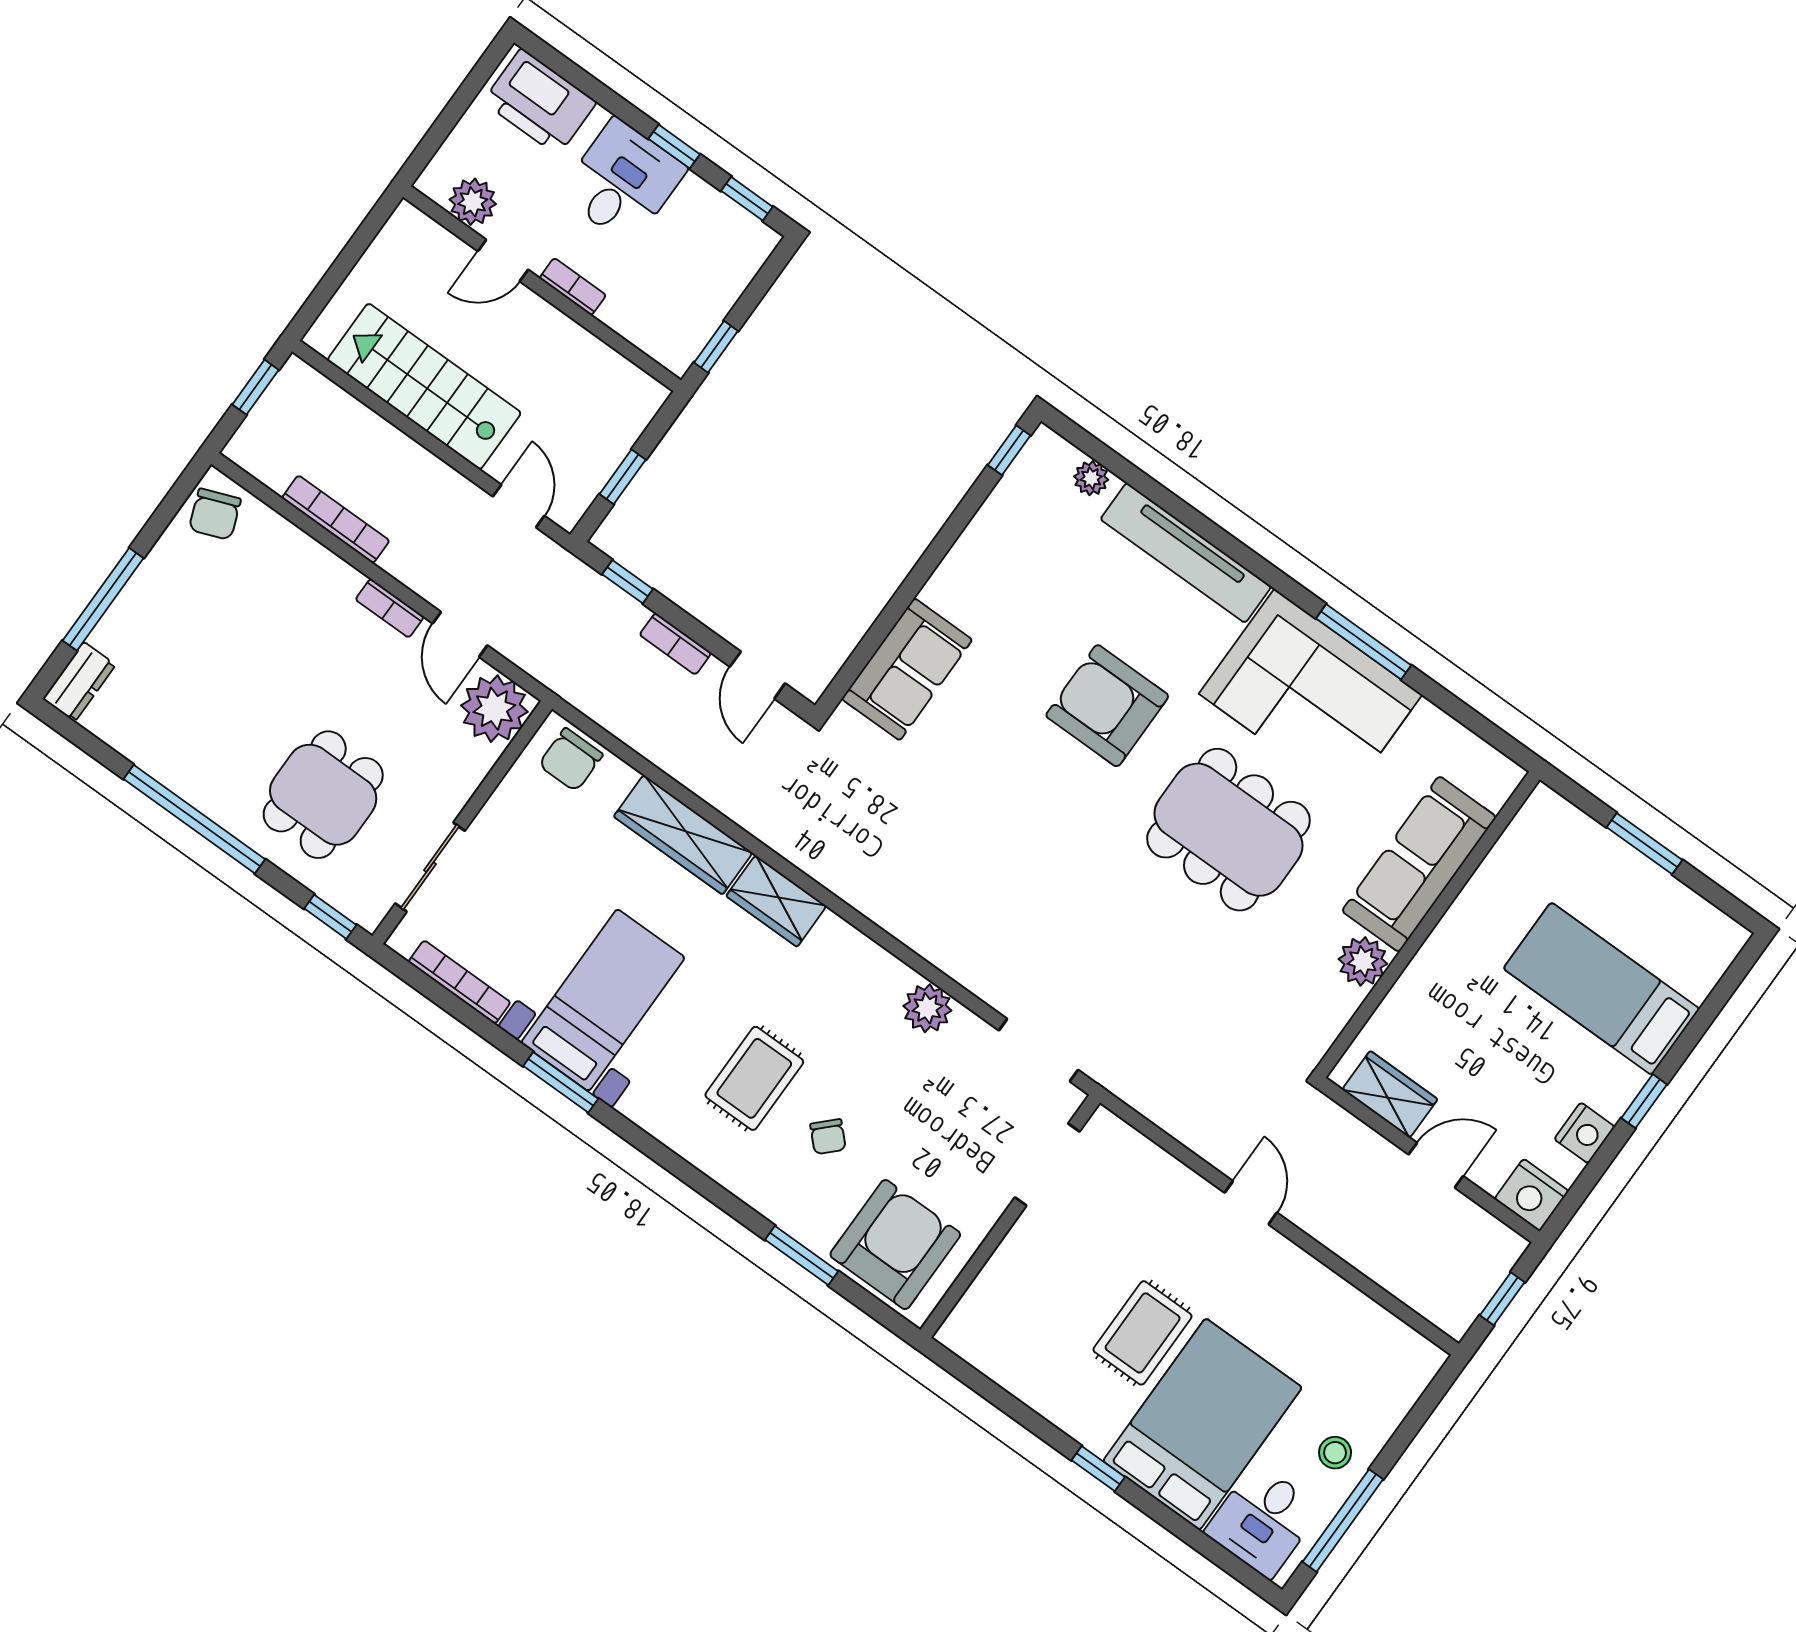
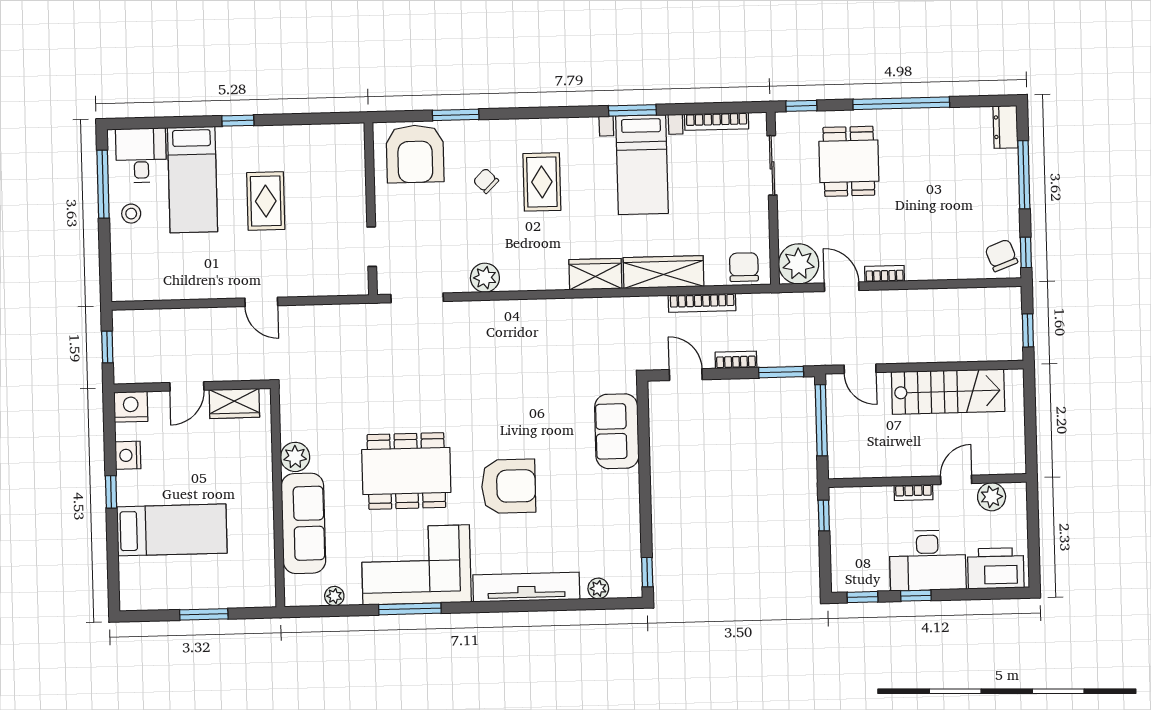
desk: (623, 182) -> (928, 560), width x1.37
window: (623, 477) -> (821, 420), width x2.17
window: (179, 493) -> (1026, 252), added
bookcase: (336, 519) -> (702, 303), moved
window: (628, 582) -> (781, 372), width x1.50
plant: (1452, 736) -> (334, 596), added
doorway: (1047, 1165) -> (372, 247), width x0.73
bed: (1203, 1424) -> (193, 180), width x0.67

